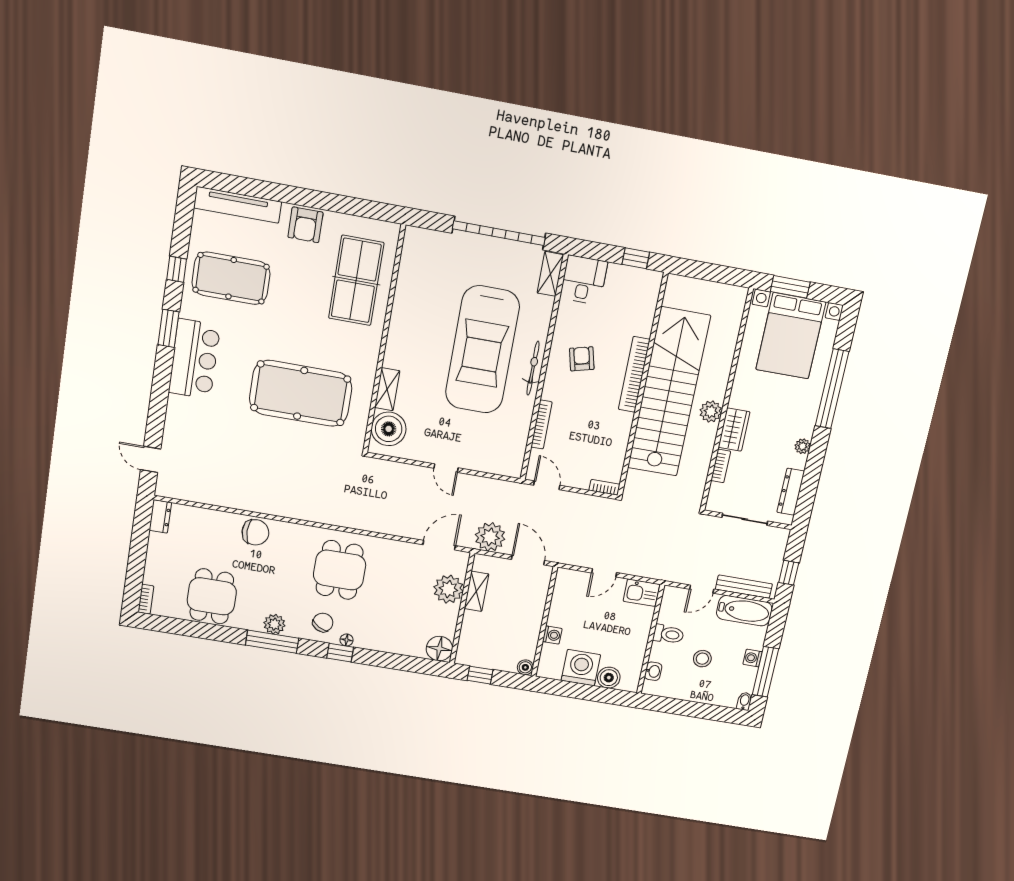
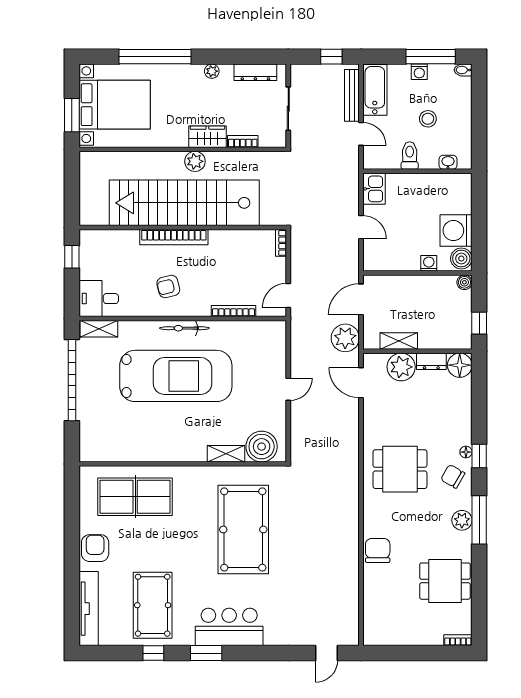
armchair: (305, 225) -> (95, 548), turned -90
dresser: (160, 516) -> (431, 361), moved, turned 180
boiler: (609, 678) -> (461, 259), moved

